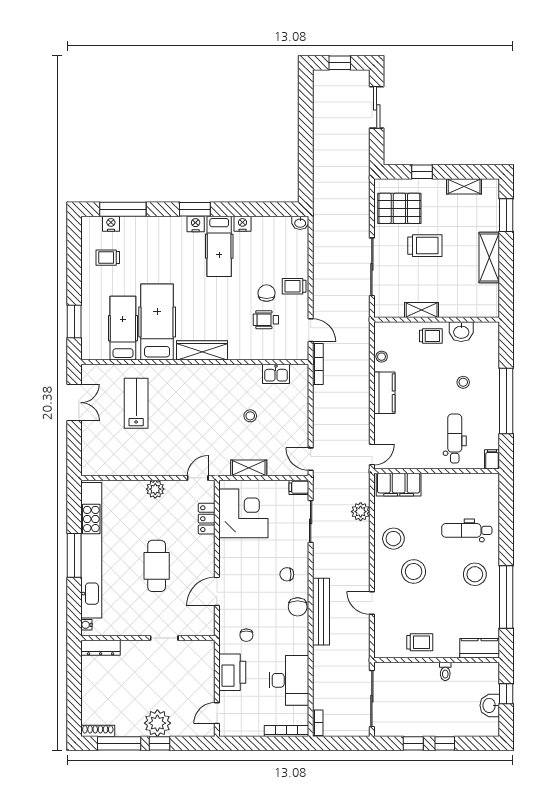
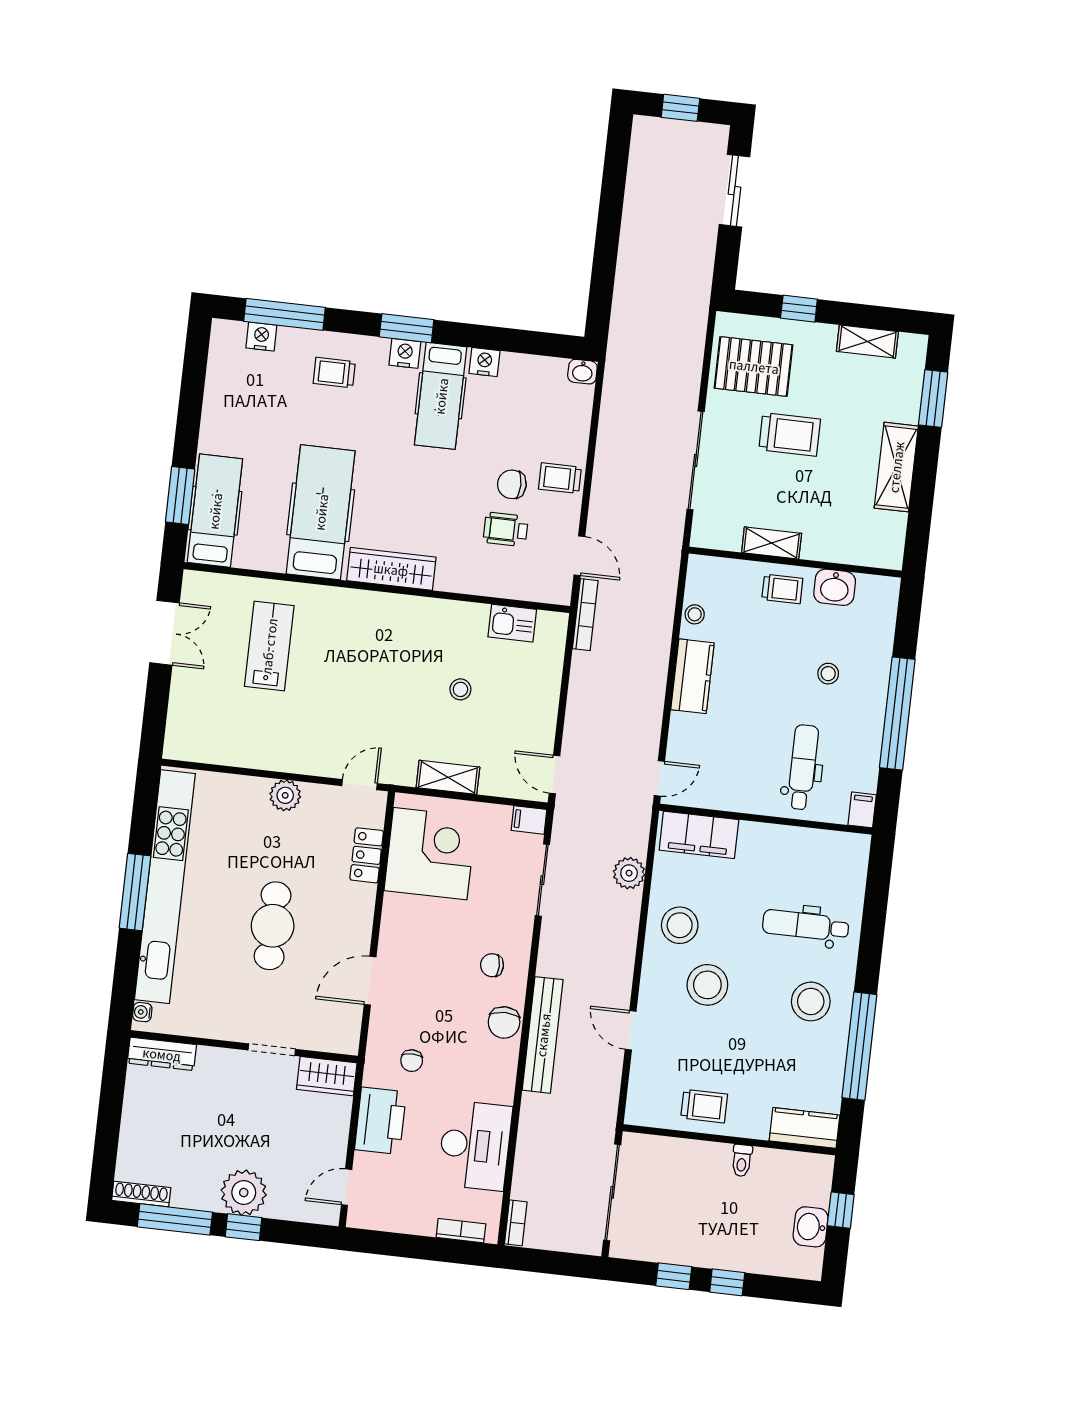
trolley: (108, 258) -> (334, 373), moved
chair: (267, 293) -> (512, 484), turned -90
hospital bed: (123, 328) -> (215, 511), moved
wardrobe: (198, 650) -> (327, 1076), added
bookcase: (286, 731) -> (461, 1231), width x0.64

